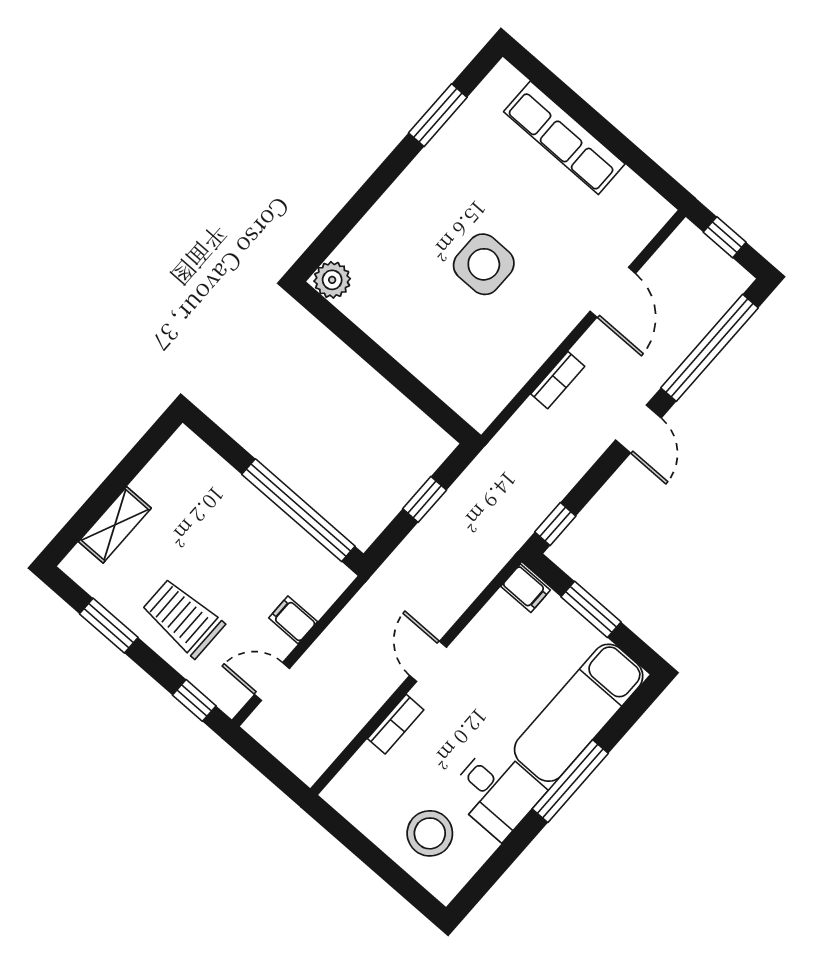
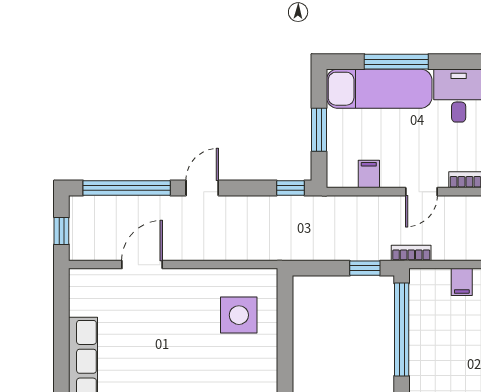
side table: (484, 264) -> (239, 315), moved
bookcase: (558, 380) -> (411, 253), moved
window: (425, 499) -> (365, 268), moved
filing cabinet: (526, 588) -> (369, 174), moved
window: (570, 781) -> (396, 62), moved

